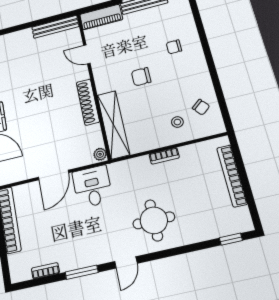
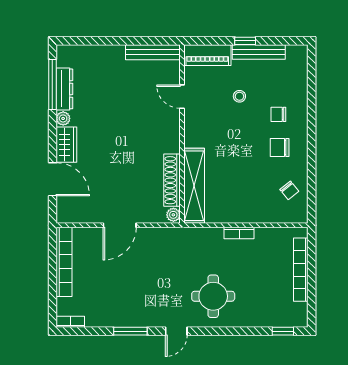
chair: (141, 77) -> (280, 148), moved
shoe rack: (88, 102) -> (172, 180), moved
stool: (177, 122) -> (239, 96), moved
desk: (92, 187) -> (158, 247), removed
bookcase: (45, 271) -> (70, 322), moved

